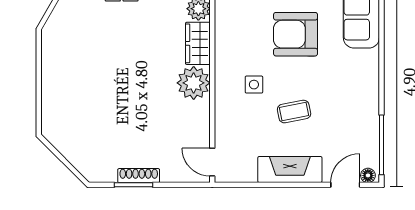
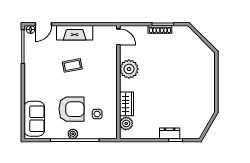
plant: (194, 83) -> (129, 69), moved
side table: (254, 85) -> (97, 114), moved

